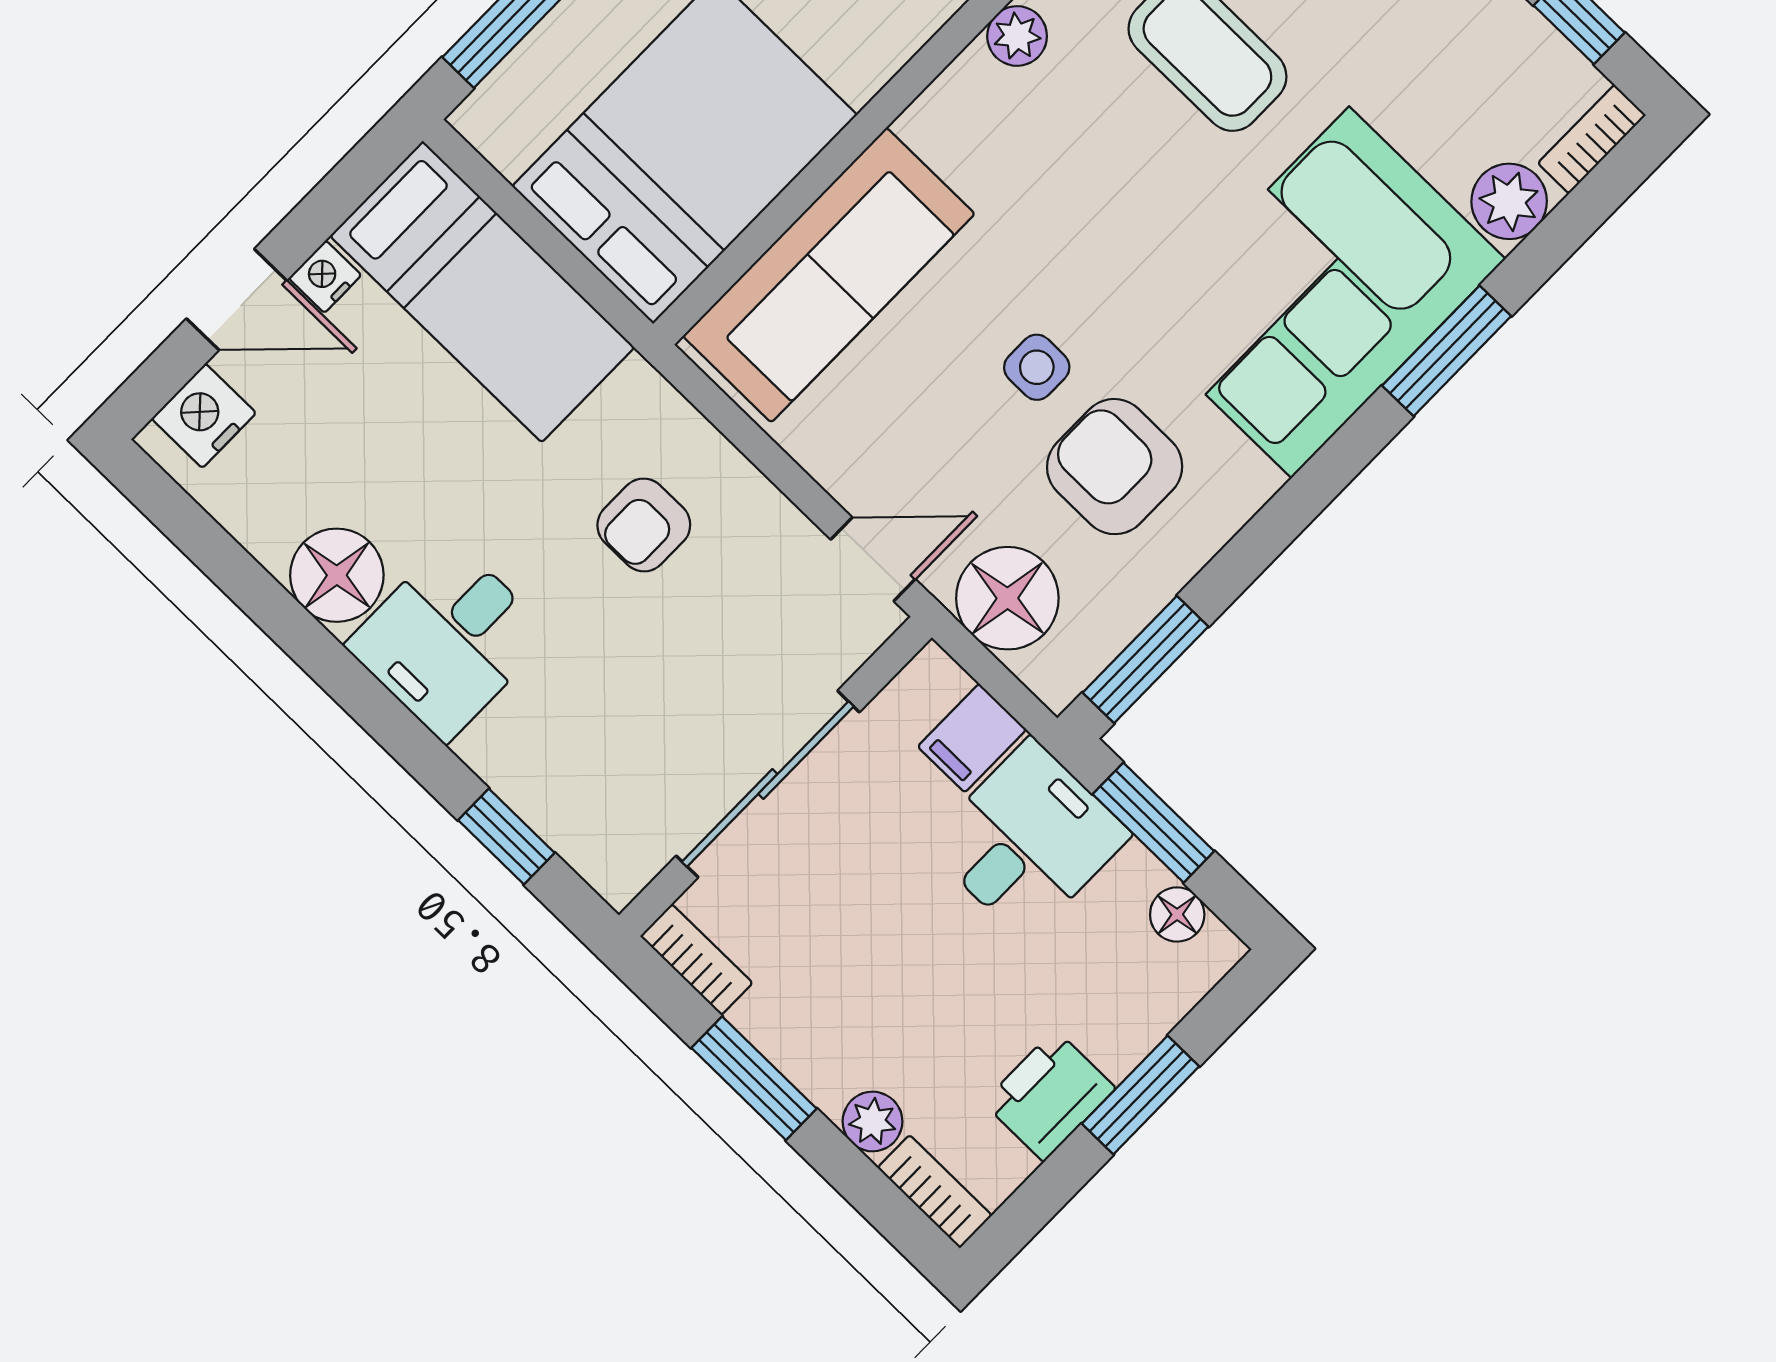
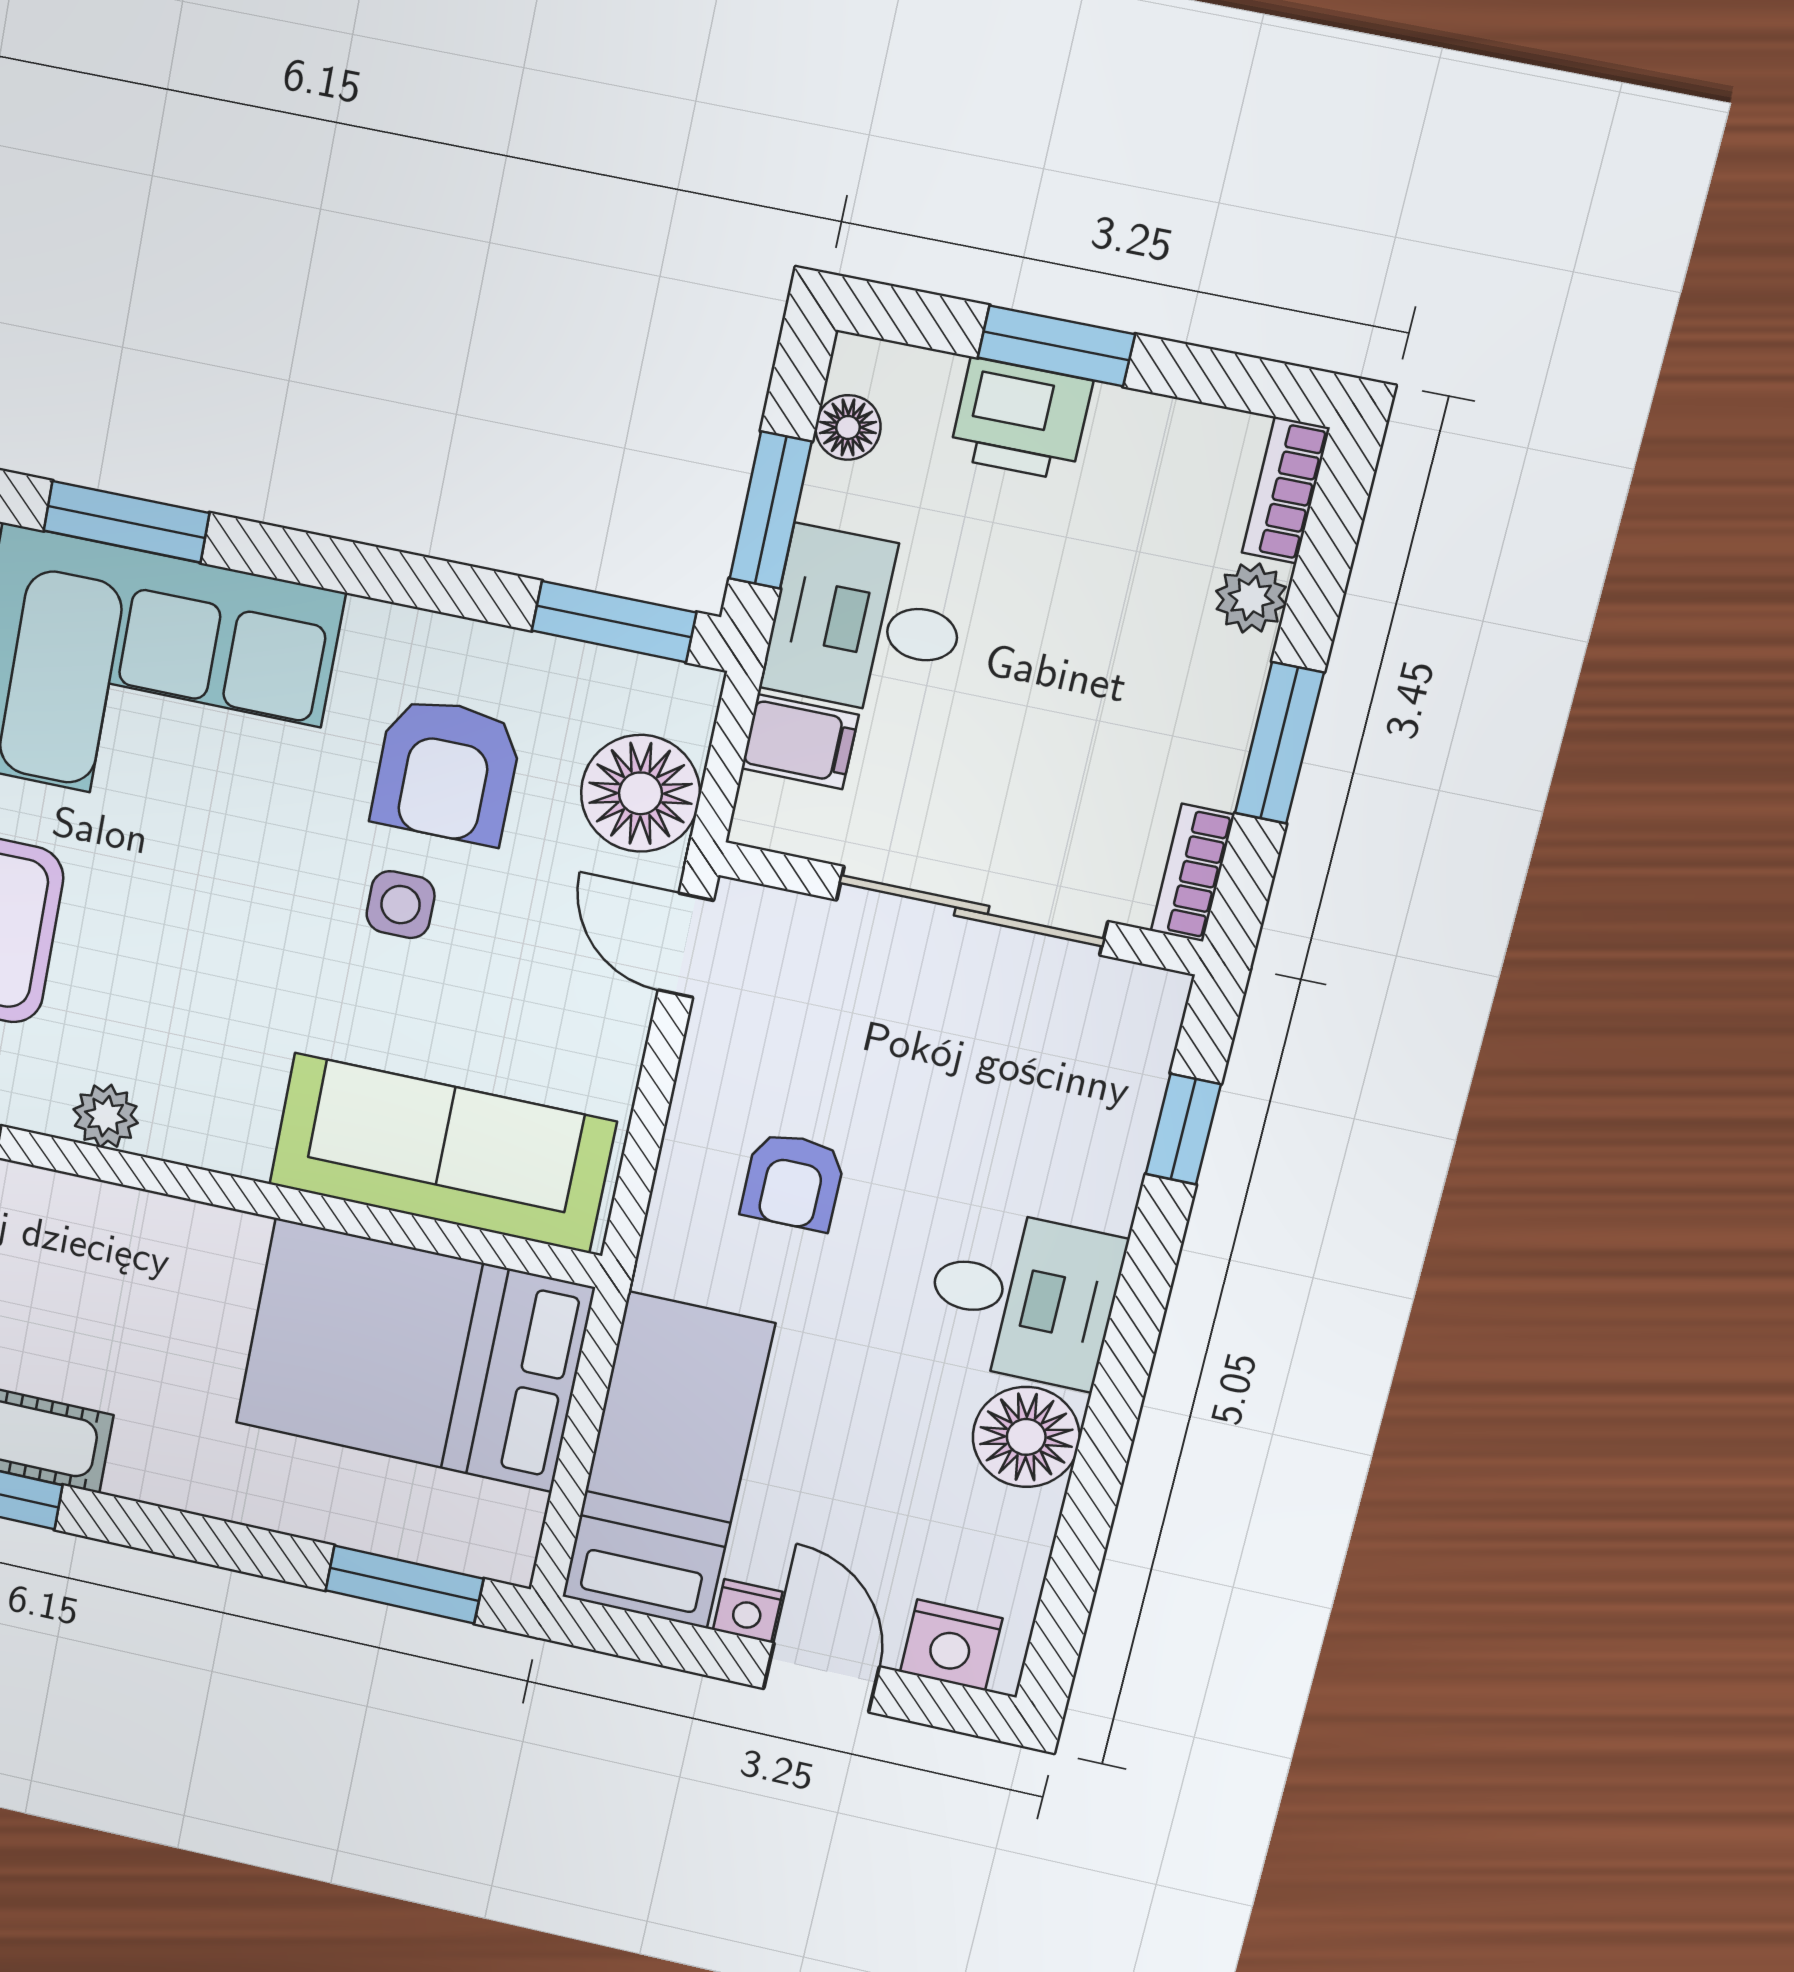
armchair: (644, 525) -> (793, 1181), turned 90
printer: (1049, 1095) -> (1021, 419), moved

